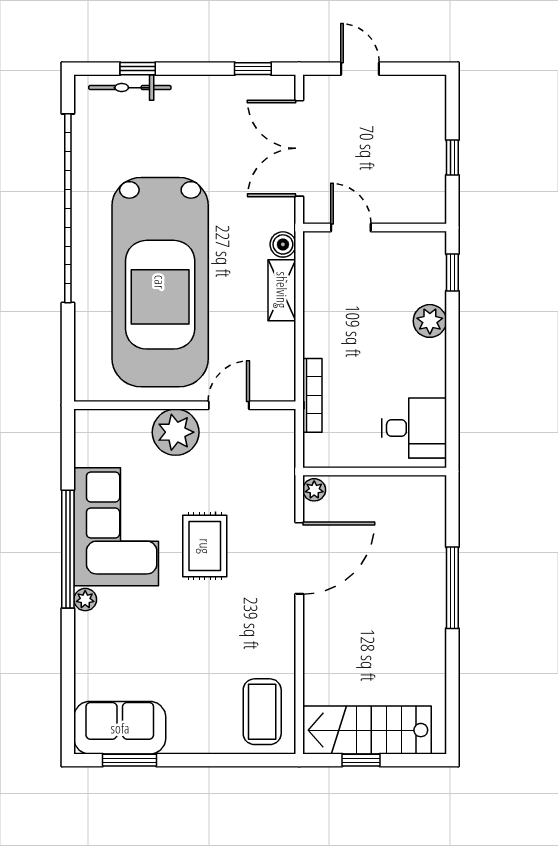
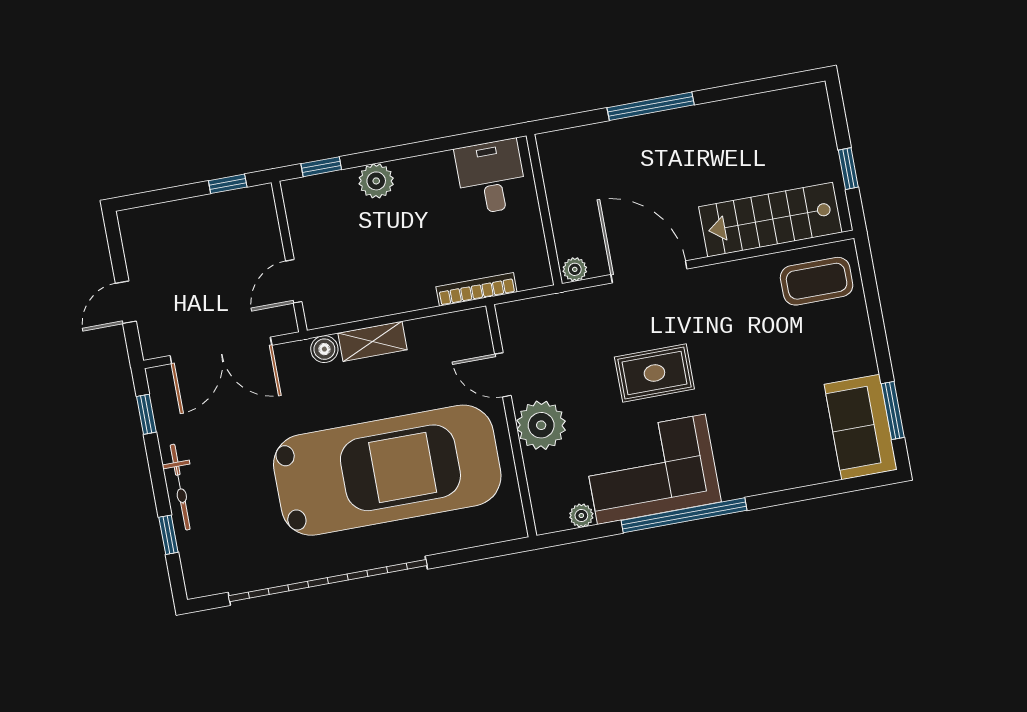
bicycle: (130, 88) -> (180, 487), moved
window: (452, 158) -> (228, 184), moved
plant: (85, 600) -> (581, 516), moved
stairs: (367, 730) -> (770, 220), moved, turned 90

